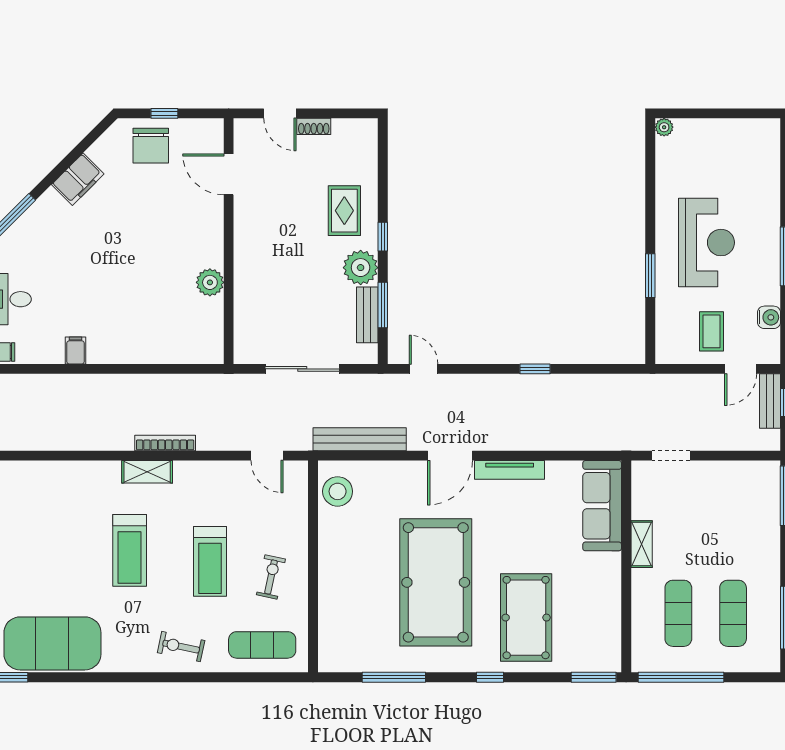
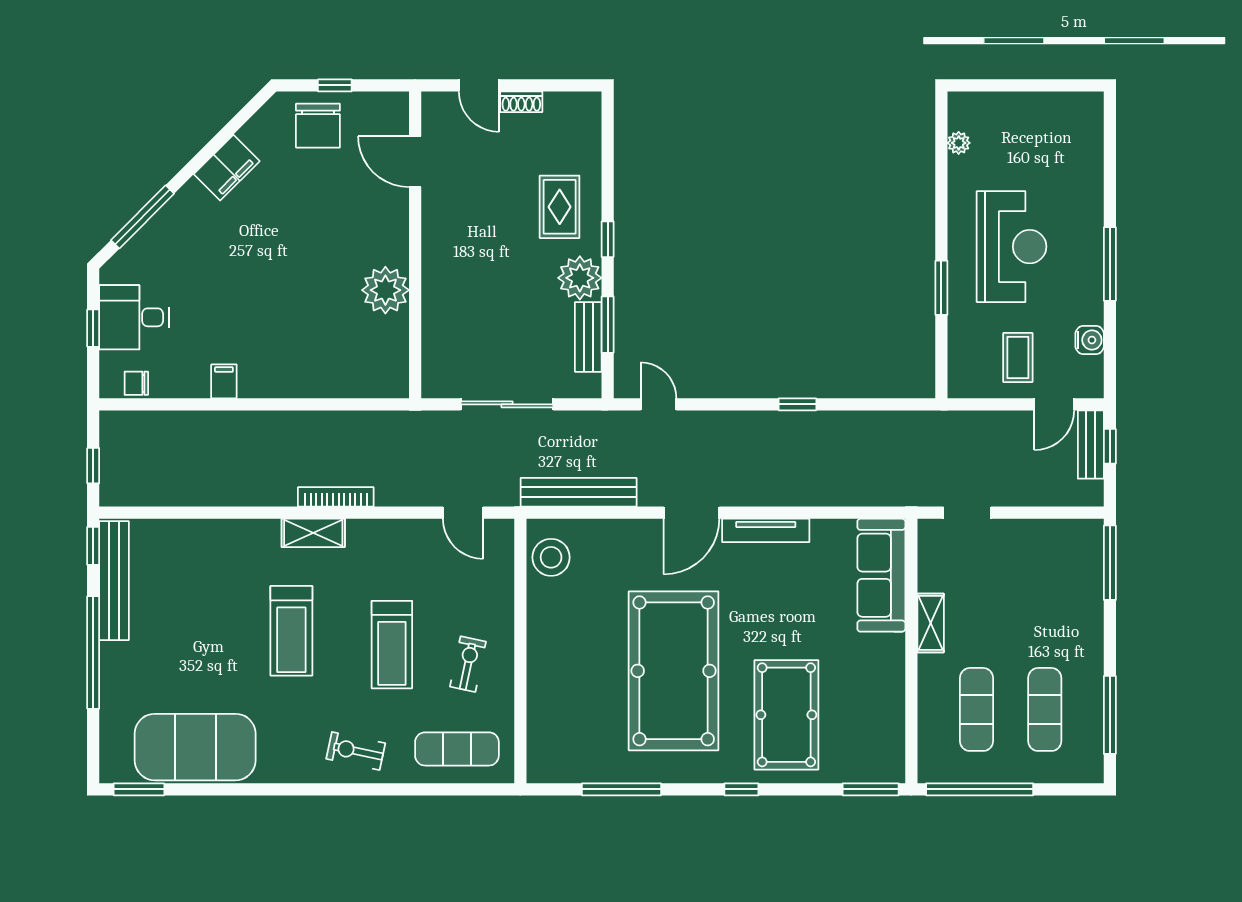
plant: (664, 127) -> (959, 143), moved
plant: (210, 282) -> (385, 290), width x1.36, depth x1.36

